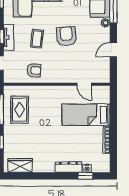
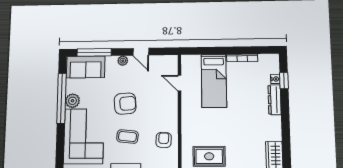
plant: (105, 23) -> (123, 61), moved
armchair: (66, 36) -> (125, 104), turned 180
door: (84, 84) -> (179, 83), swing flipped

